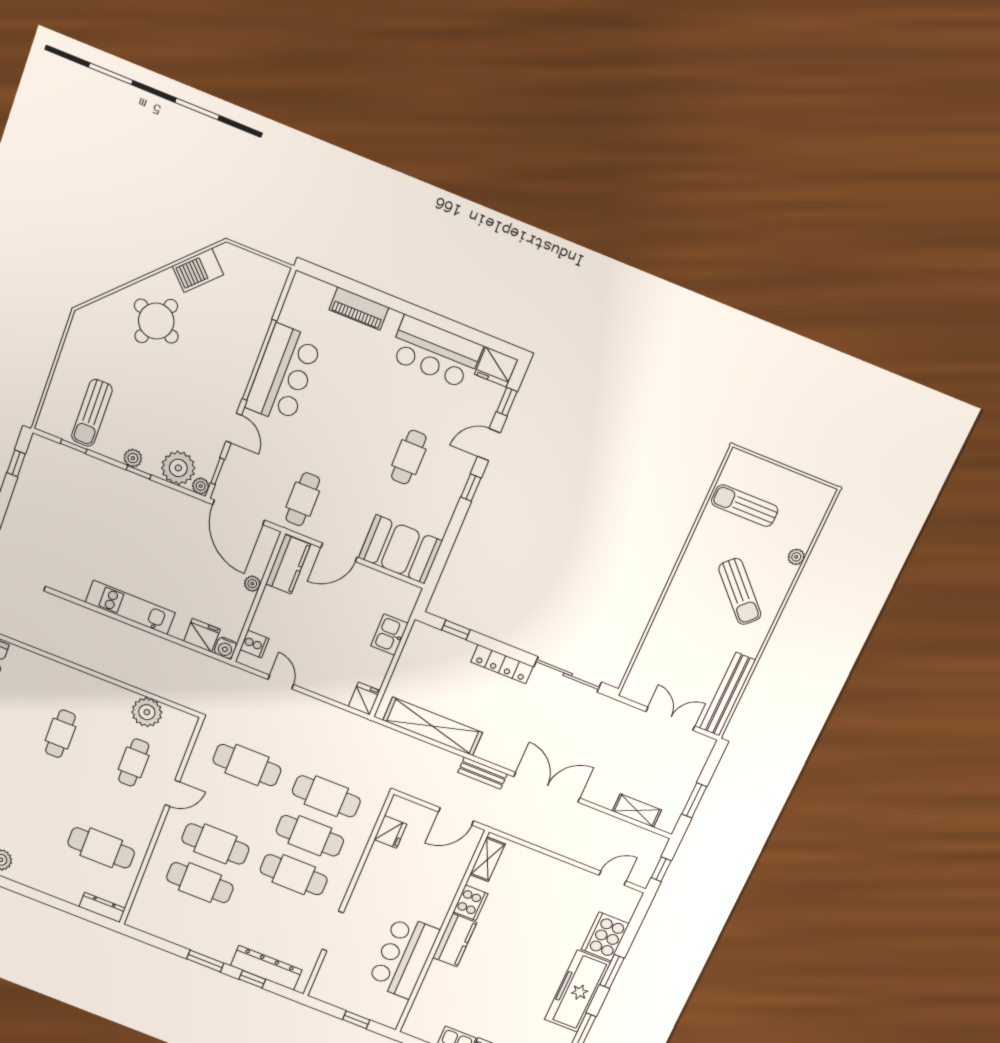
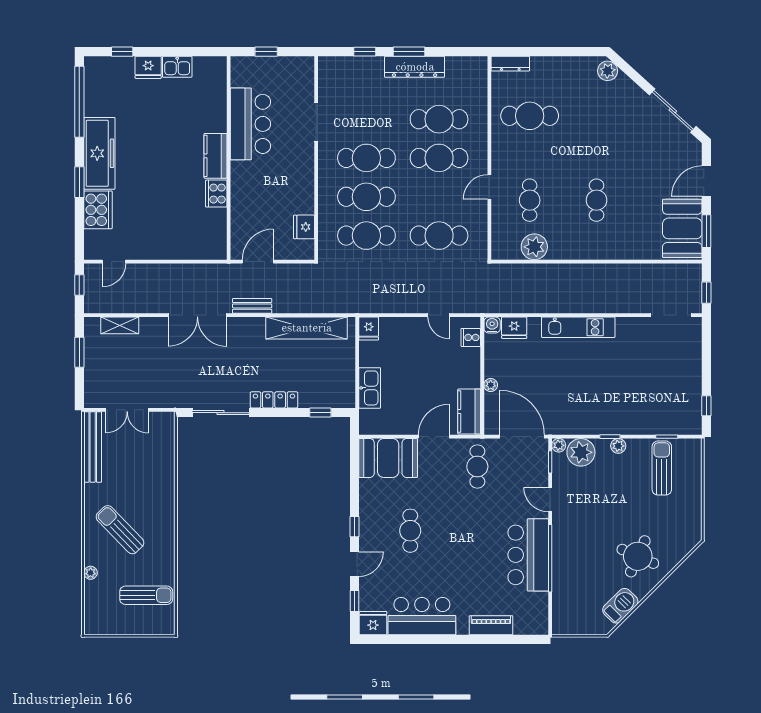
kitchen sink: (389, 635) -> (370, 388), width x1.38
shelving: (488, 859) -> (218, 236), removed
dresser: (266, 968) -> (415, 67), moved

